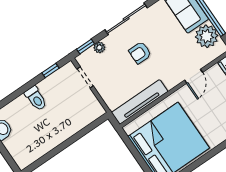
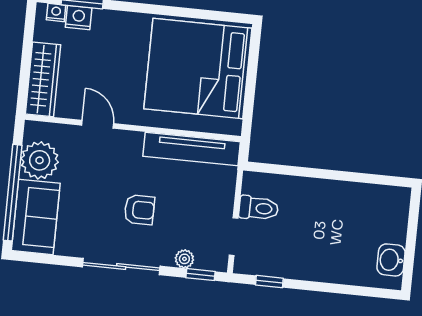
door: (194, 76) -> (98, 124), hinge flipped
toilet: (36, 98) -> (259, 208), moved, turned 90

